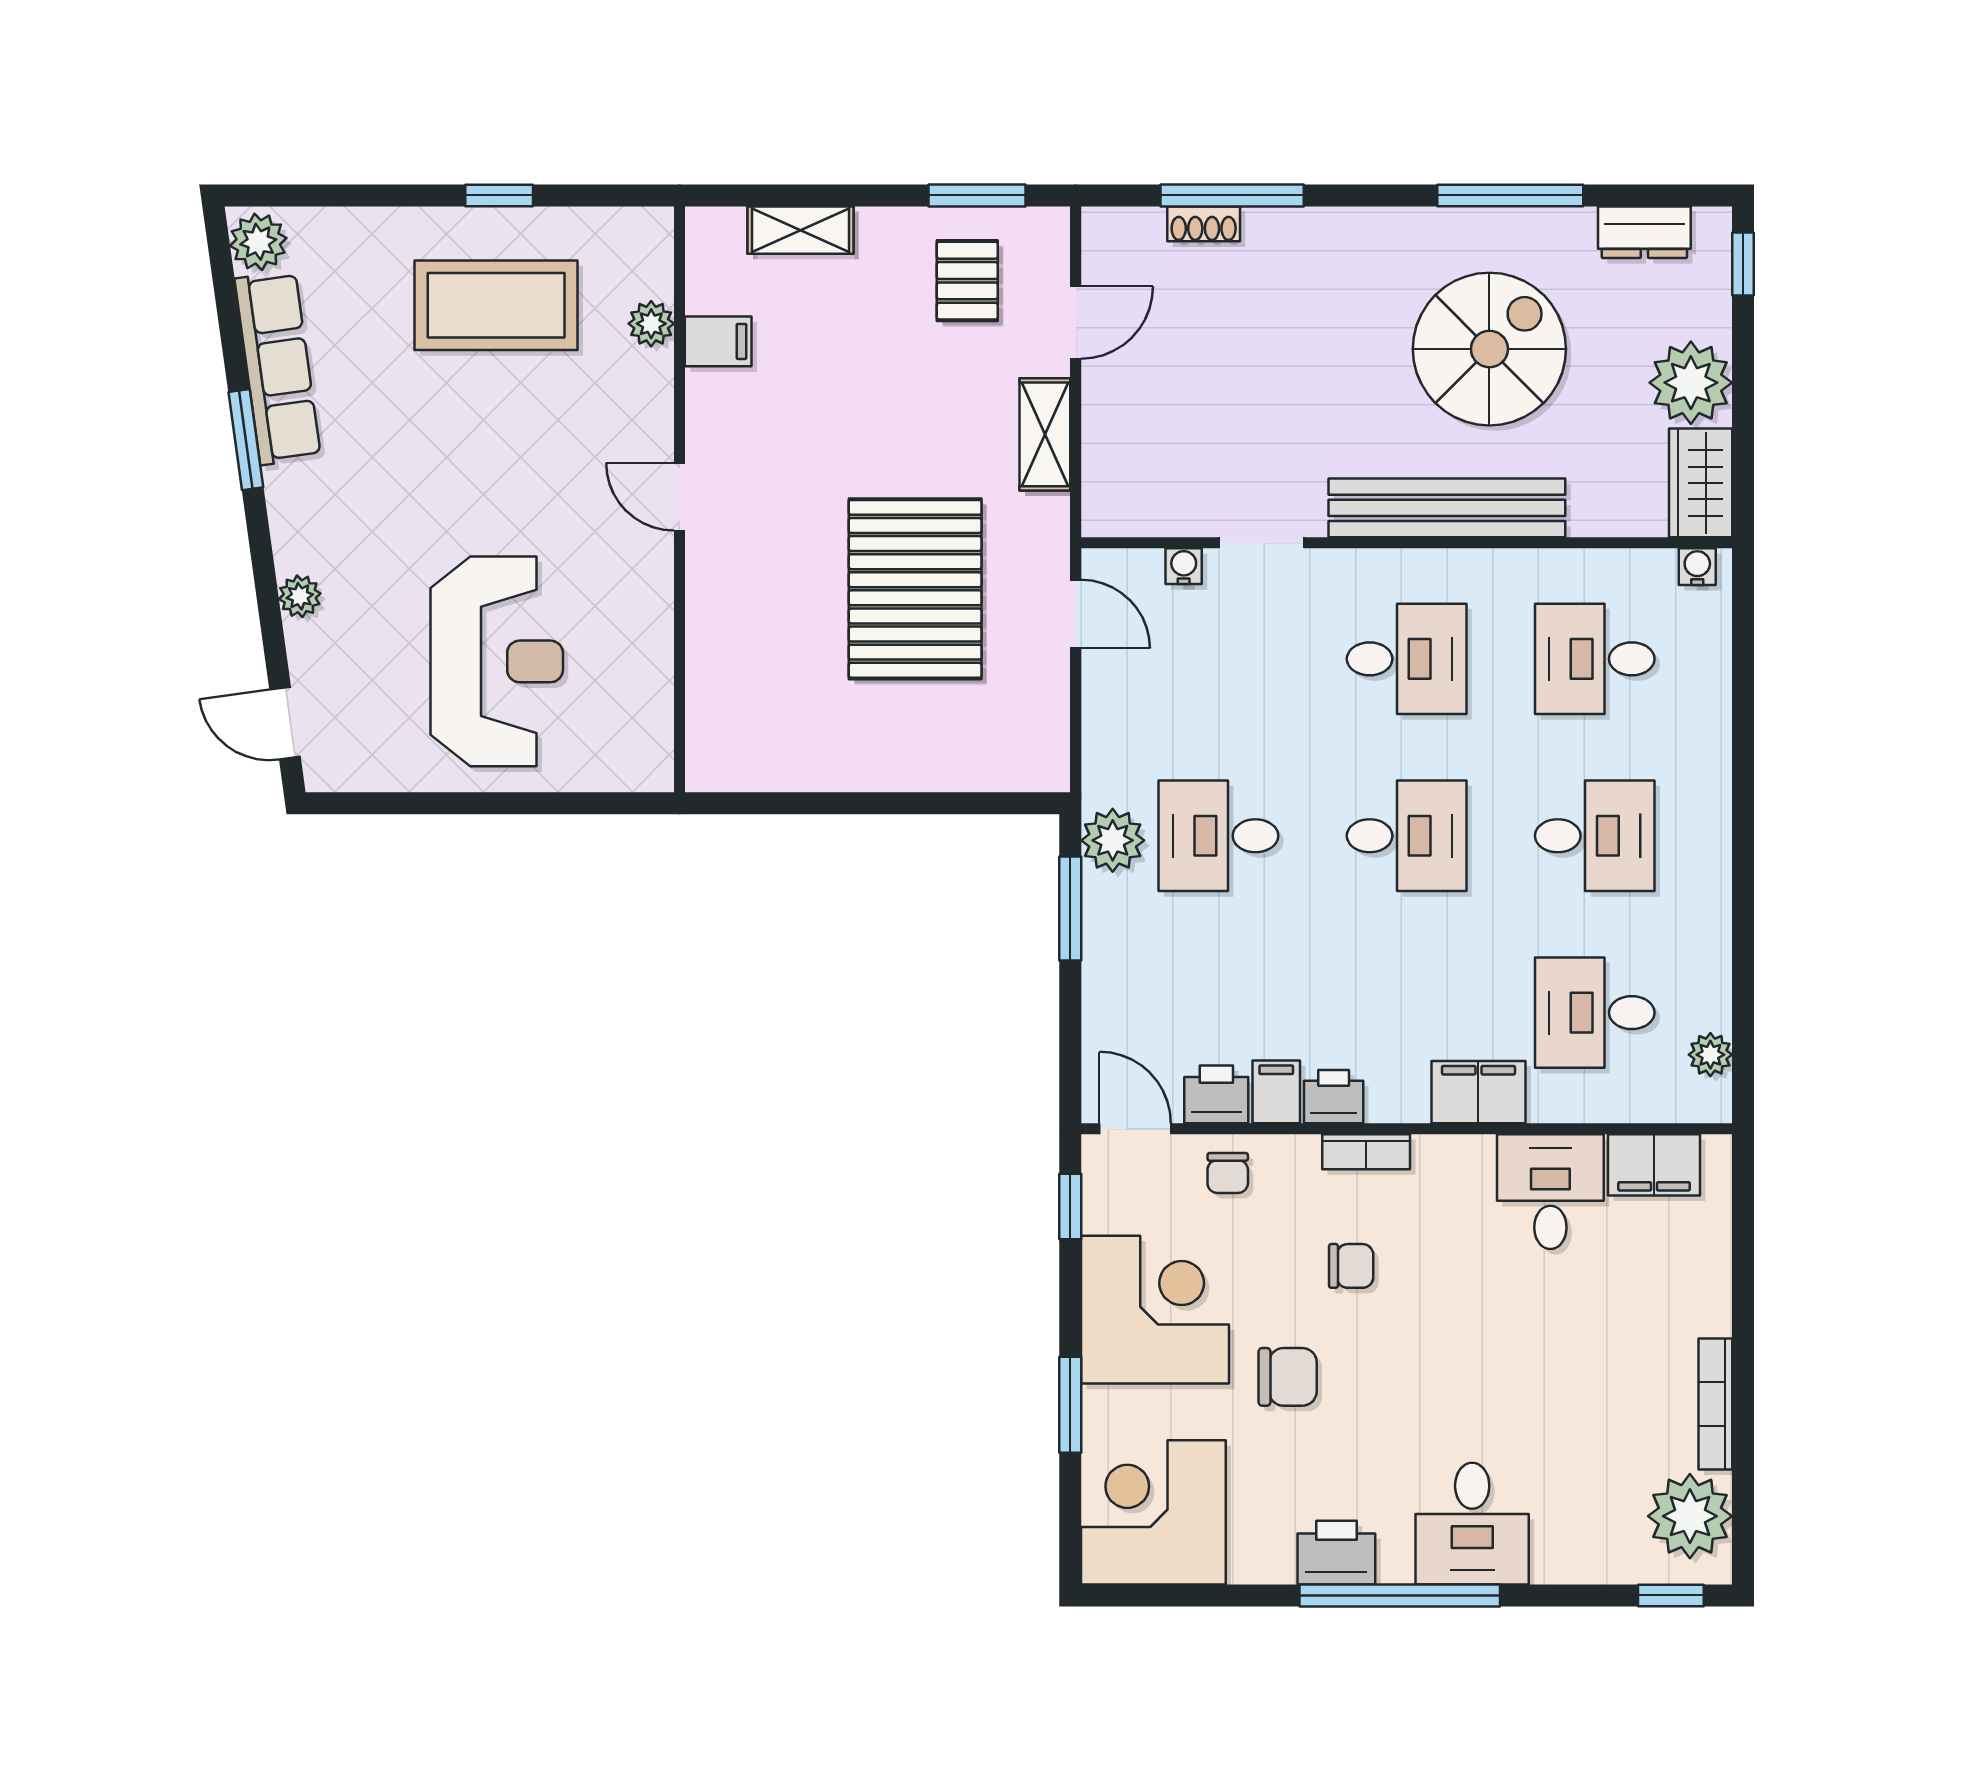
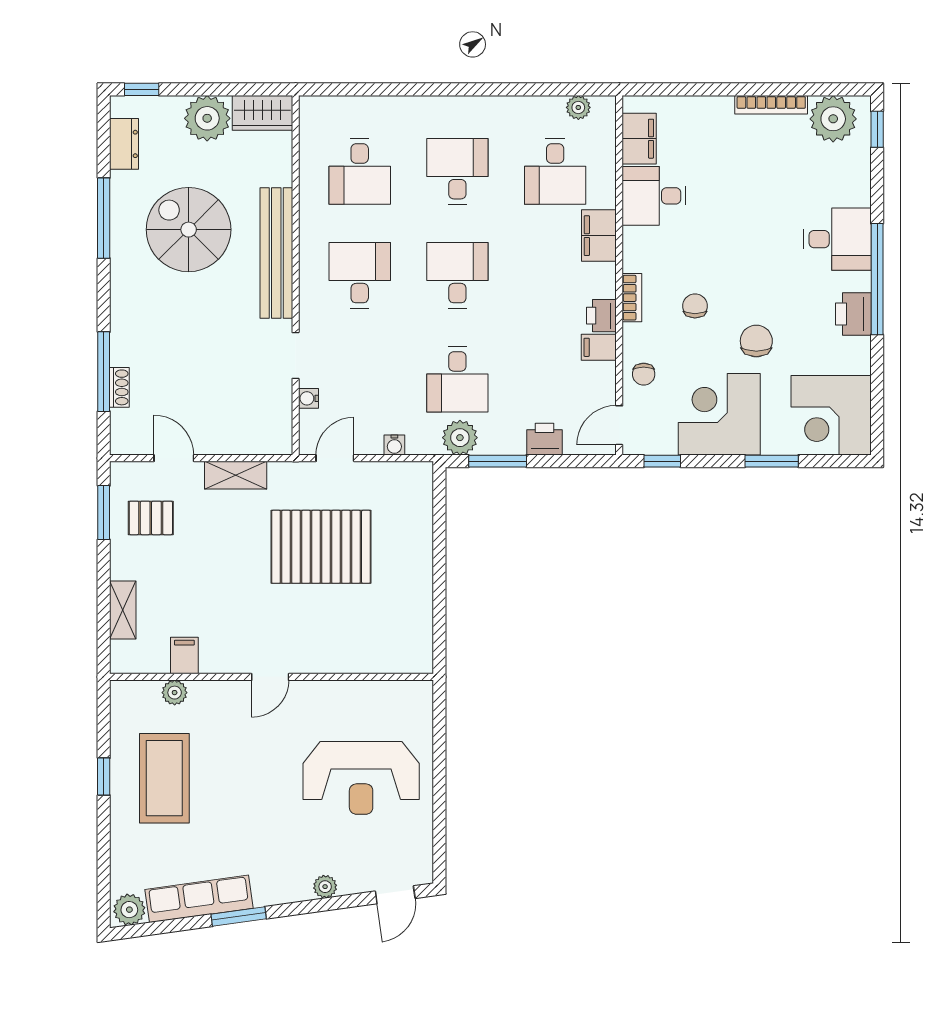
water cooler: (1697, 567) -> (394, 445), moved, turned -90
reception desk: (497, 661) -> (361, 778), turned 180
printer: (1216, 1094) -> (545, 439), moved, turned 90
chair: (1228, 1173) -> (644, 374), turned 90

